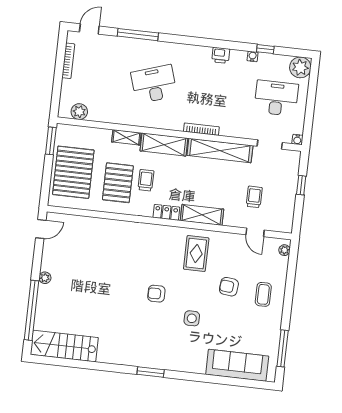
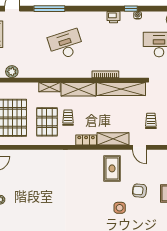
window: (265, 49) -> (131, 9), moved
door: (255, 232) -> (139, 147), moved
armchair: (156, 294) -> (86, 202), removed
side table: (192, 318) -> (120, 208), moved

